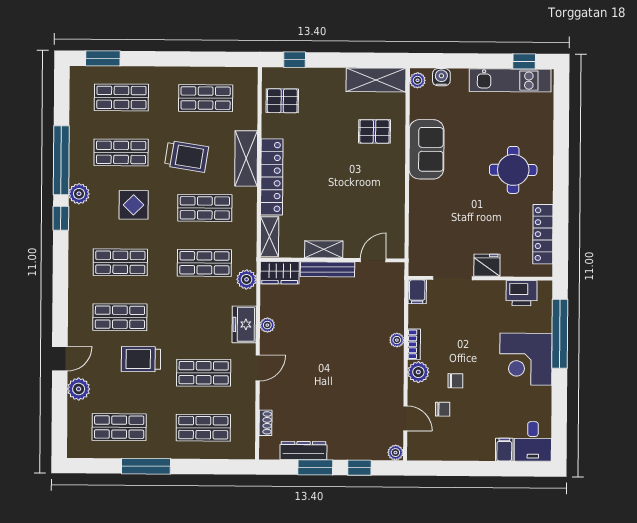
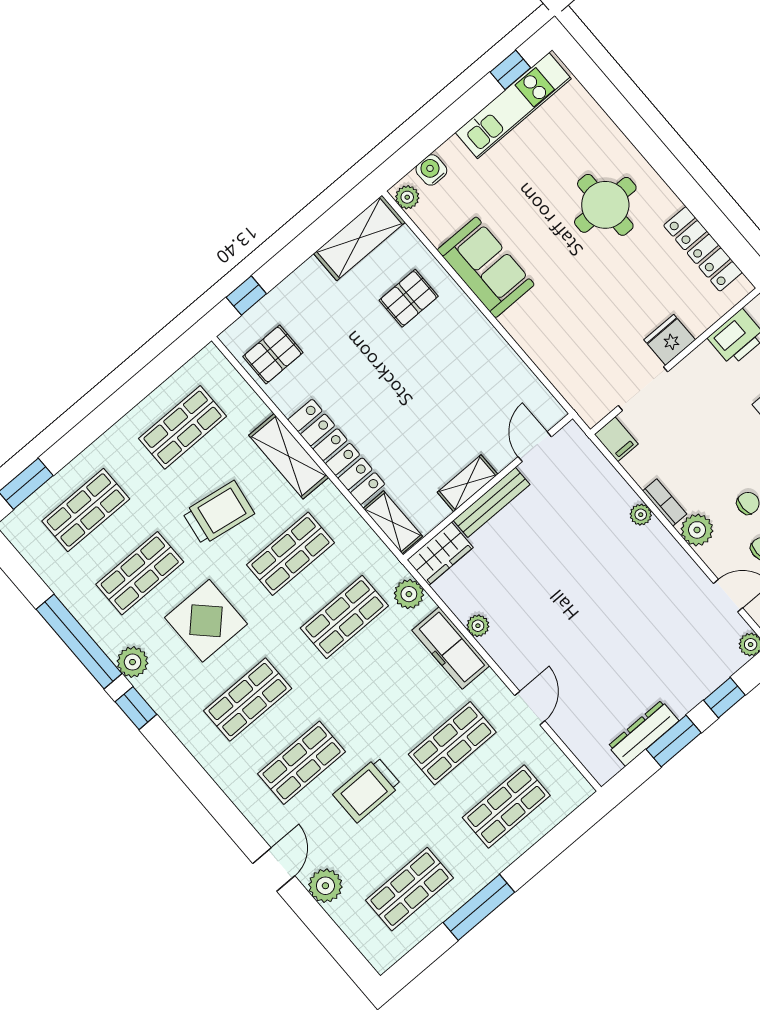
display table: (134, 205) -> (206, 621), width x1.36, depth x1.36
freezer: (244, 324) -> (451, 648), width x1.40
door: (258, 368) -> (530, 708), moved
shoe rack: (266, 423) -> (573, 739), removed

